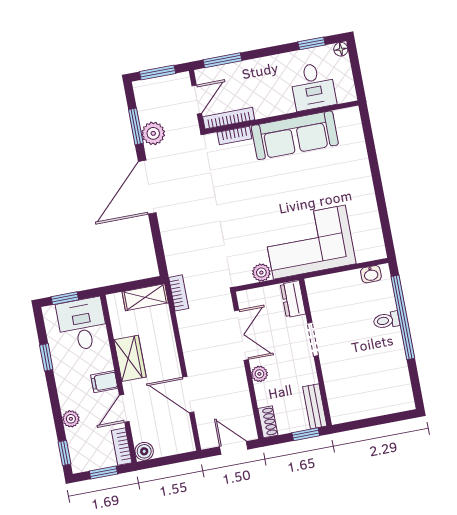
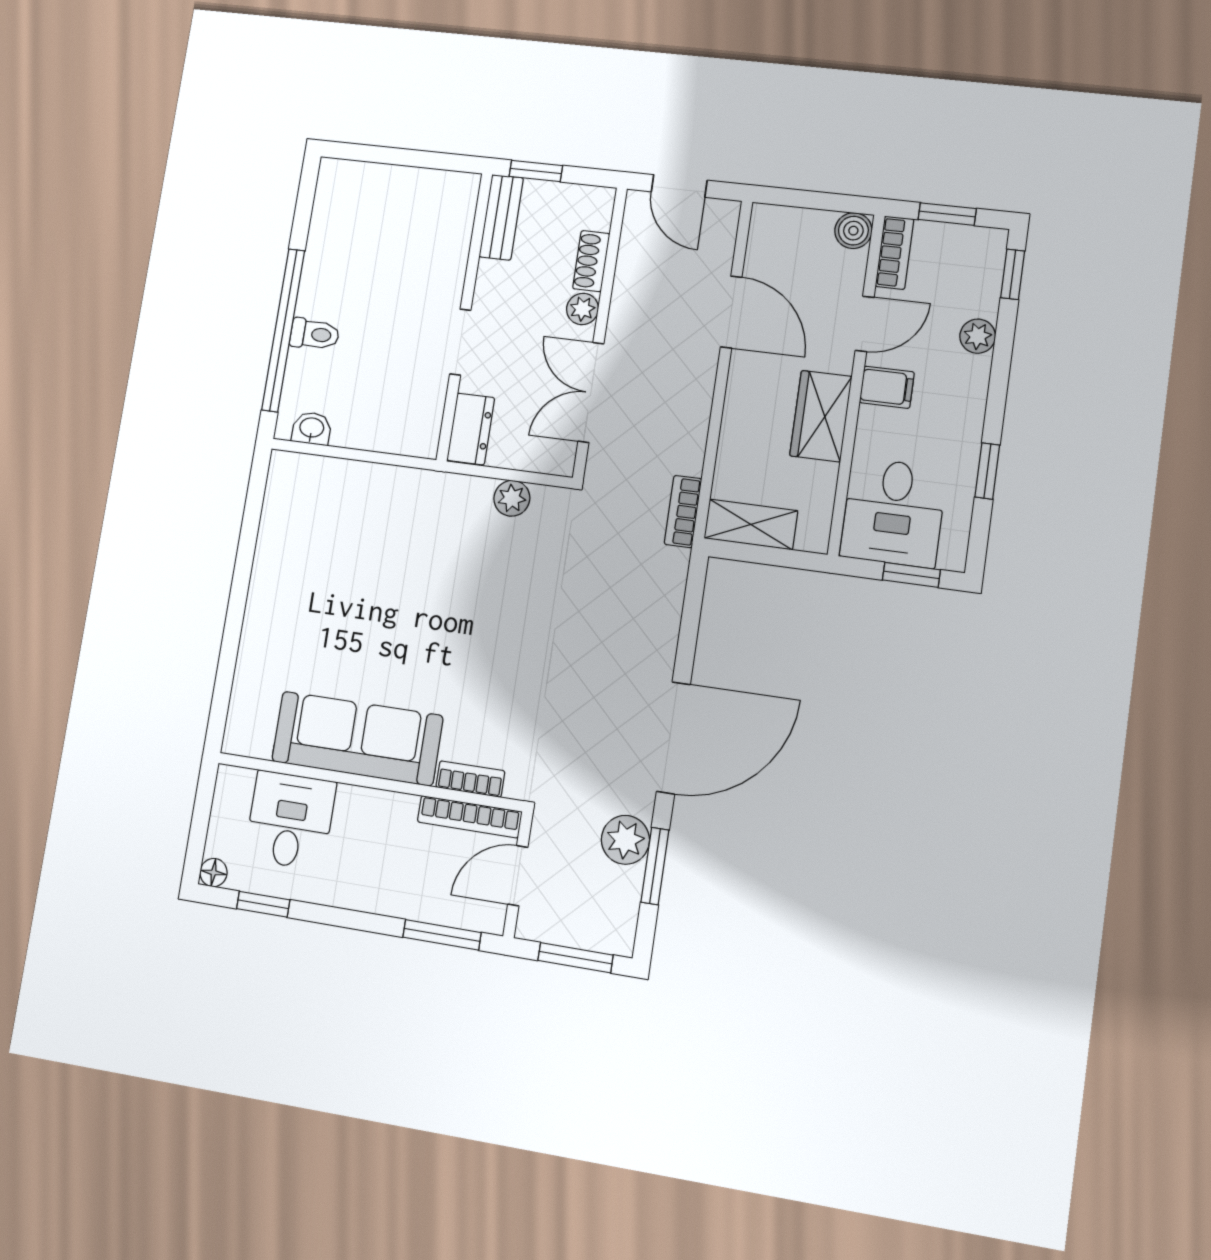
corner sofa: (309, 242) -> (402, 526), removed
shoe rack: (268, 422) -> (591, 261), moved

